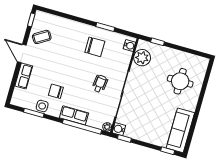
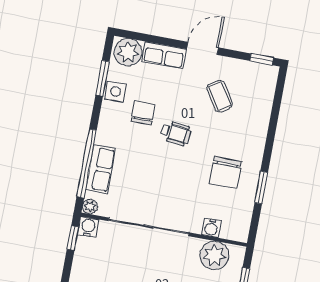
coffee table: (42, 37) -> (220, 96), moved
water cooler: (129, 46) -> (211, 228), moved
wheelchair: (100, 84) -> (176, 133), moved
plant: (20, 97) -> (128, 52), added
row of seats: (74, 115) -> (101, 169), moved

